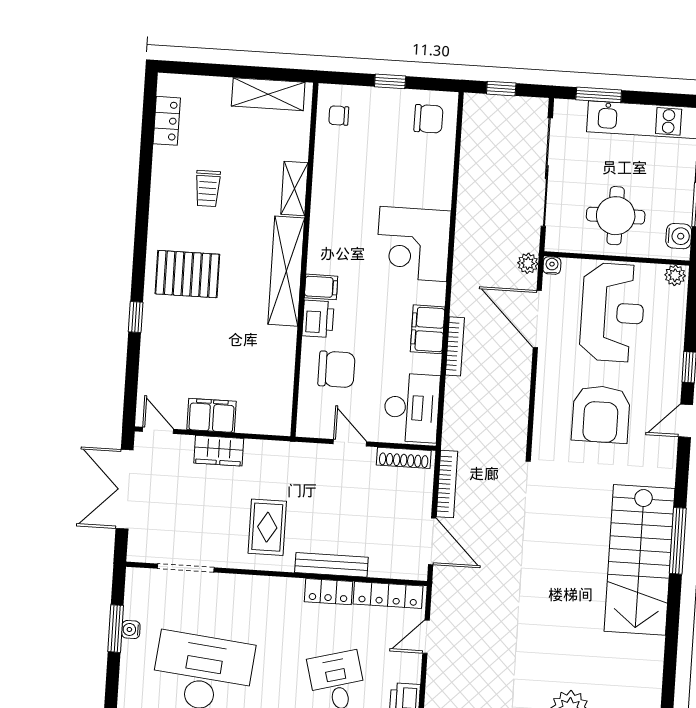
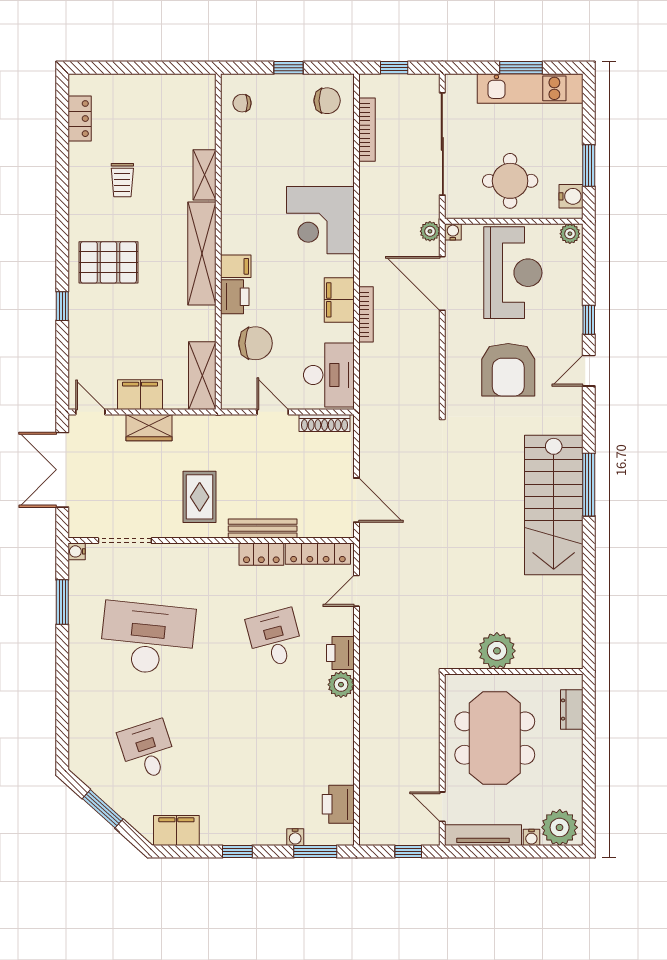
shelving: (268, 94) -> (202, 376), moved, turned 90
window: (599, 95) -> (521, 68), moved
bookcase: (447, 484) -> (367, 130), moved
water cooler: (131, 630) -> (77, 551), moved

